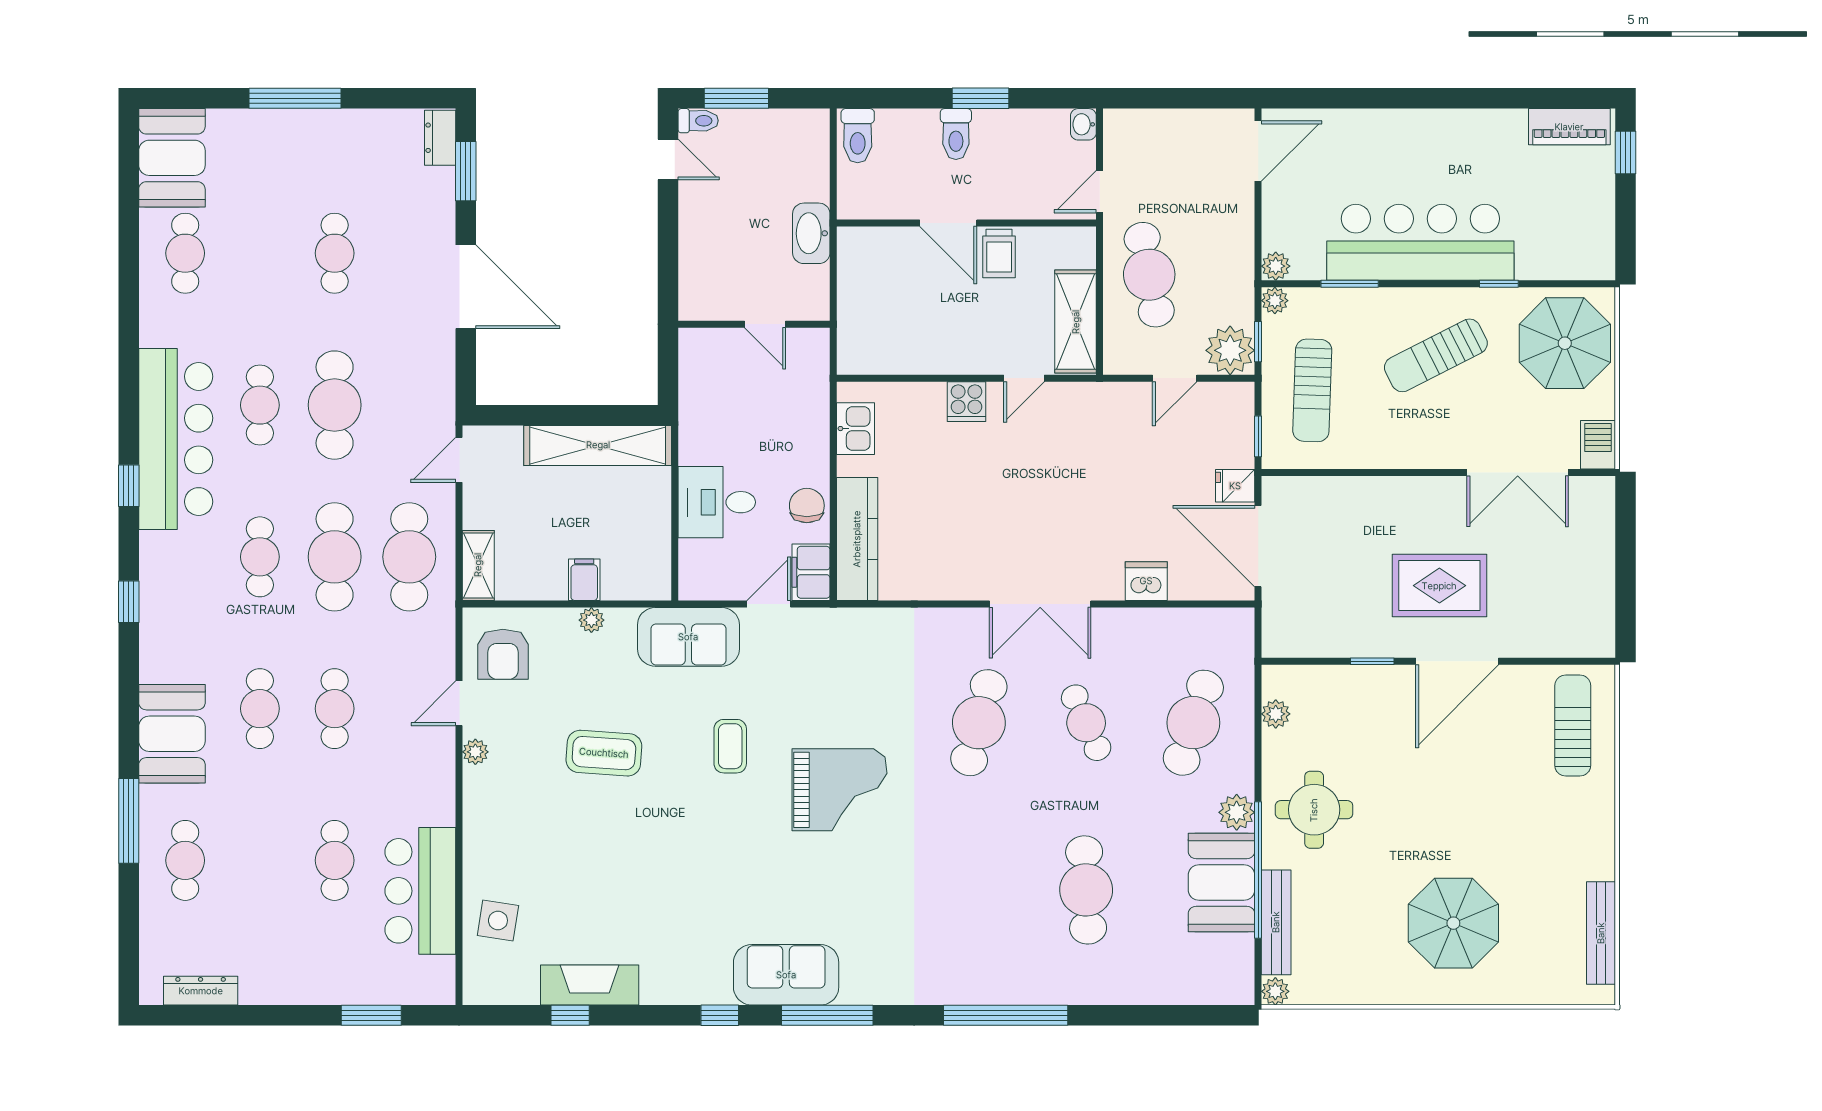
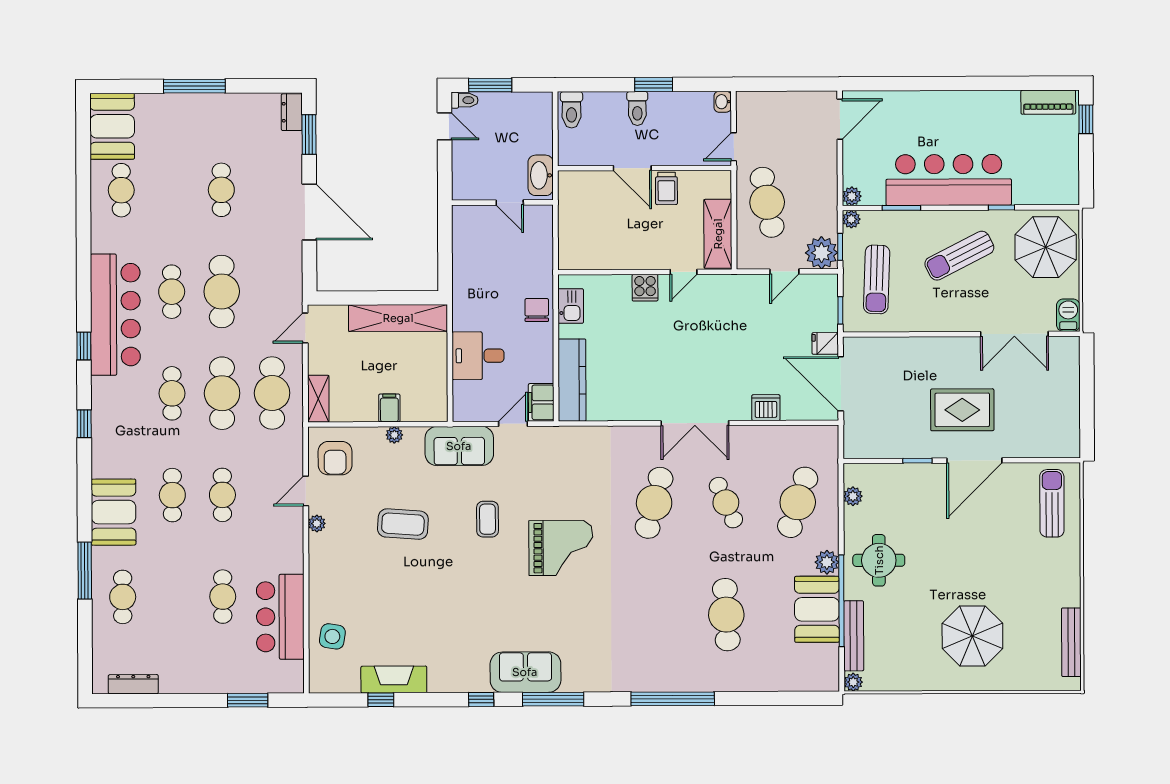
wall: (754, 324) -> (502, 202), moved
door: (765, 324) -> (510, 202), moved
chair: (807, 506) -> (537, 310), moved

